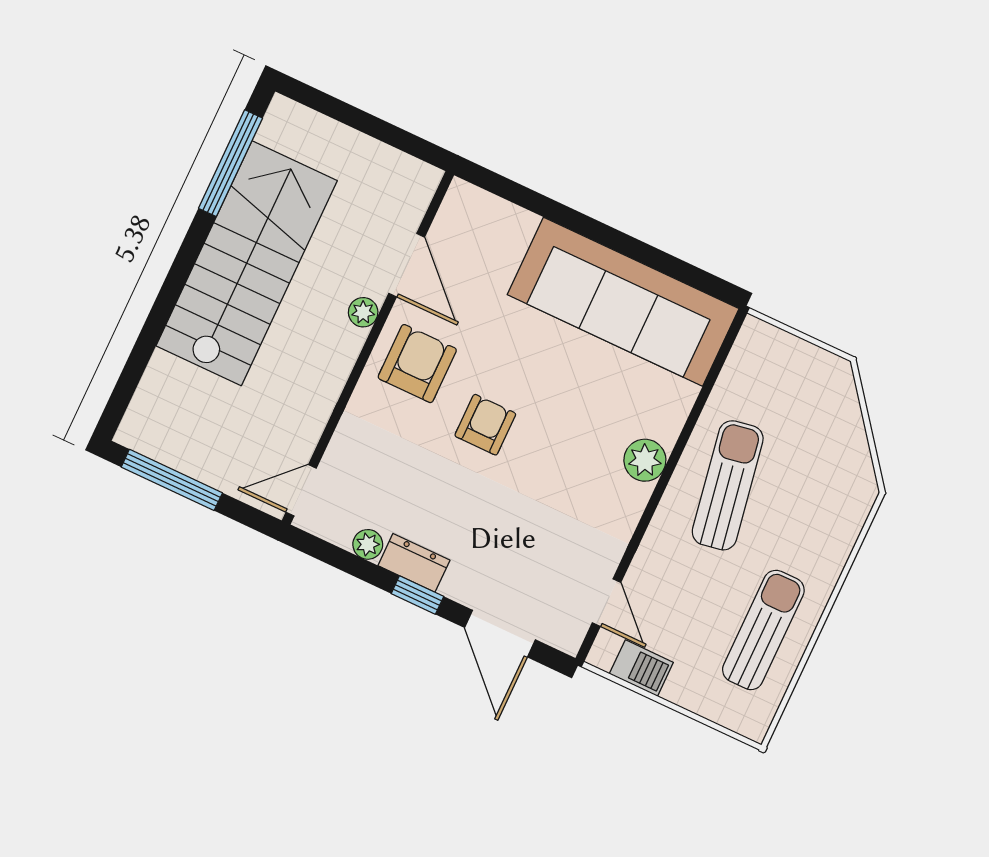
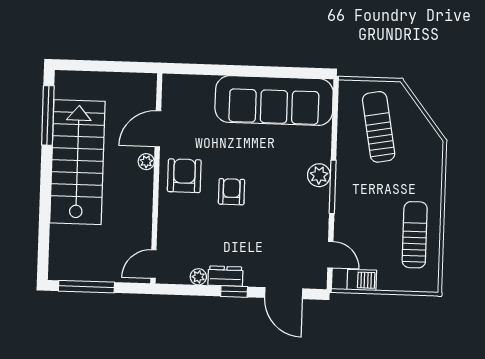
door: (407, 265) -> (158, 129), swing flipped
sun lounger: (728, 485) -> (379, 127), moved
window: (660, 490) -> (333, 187), added

